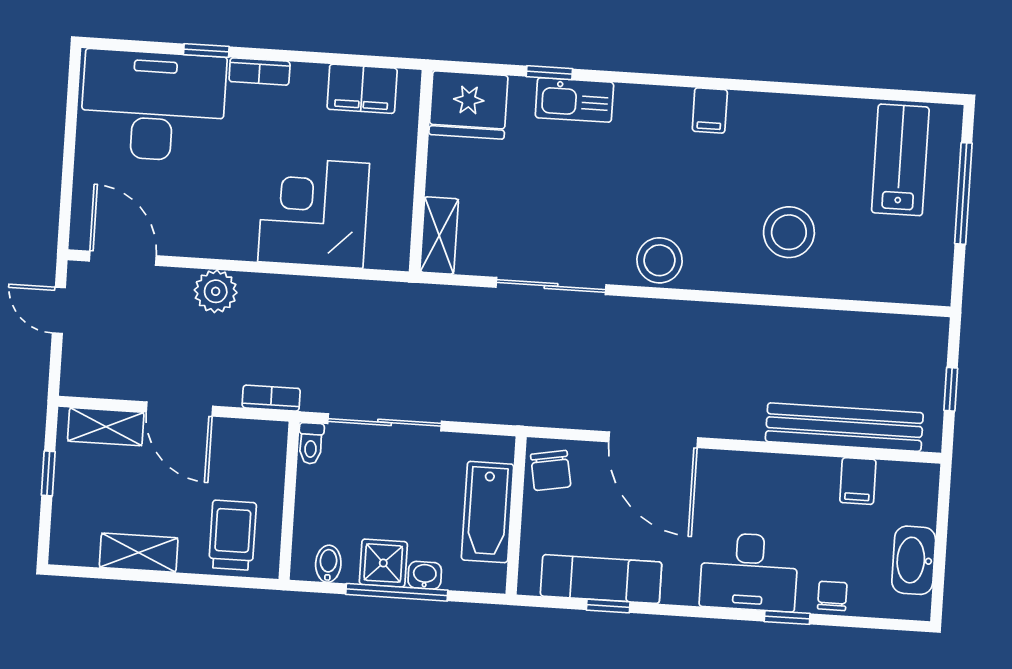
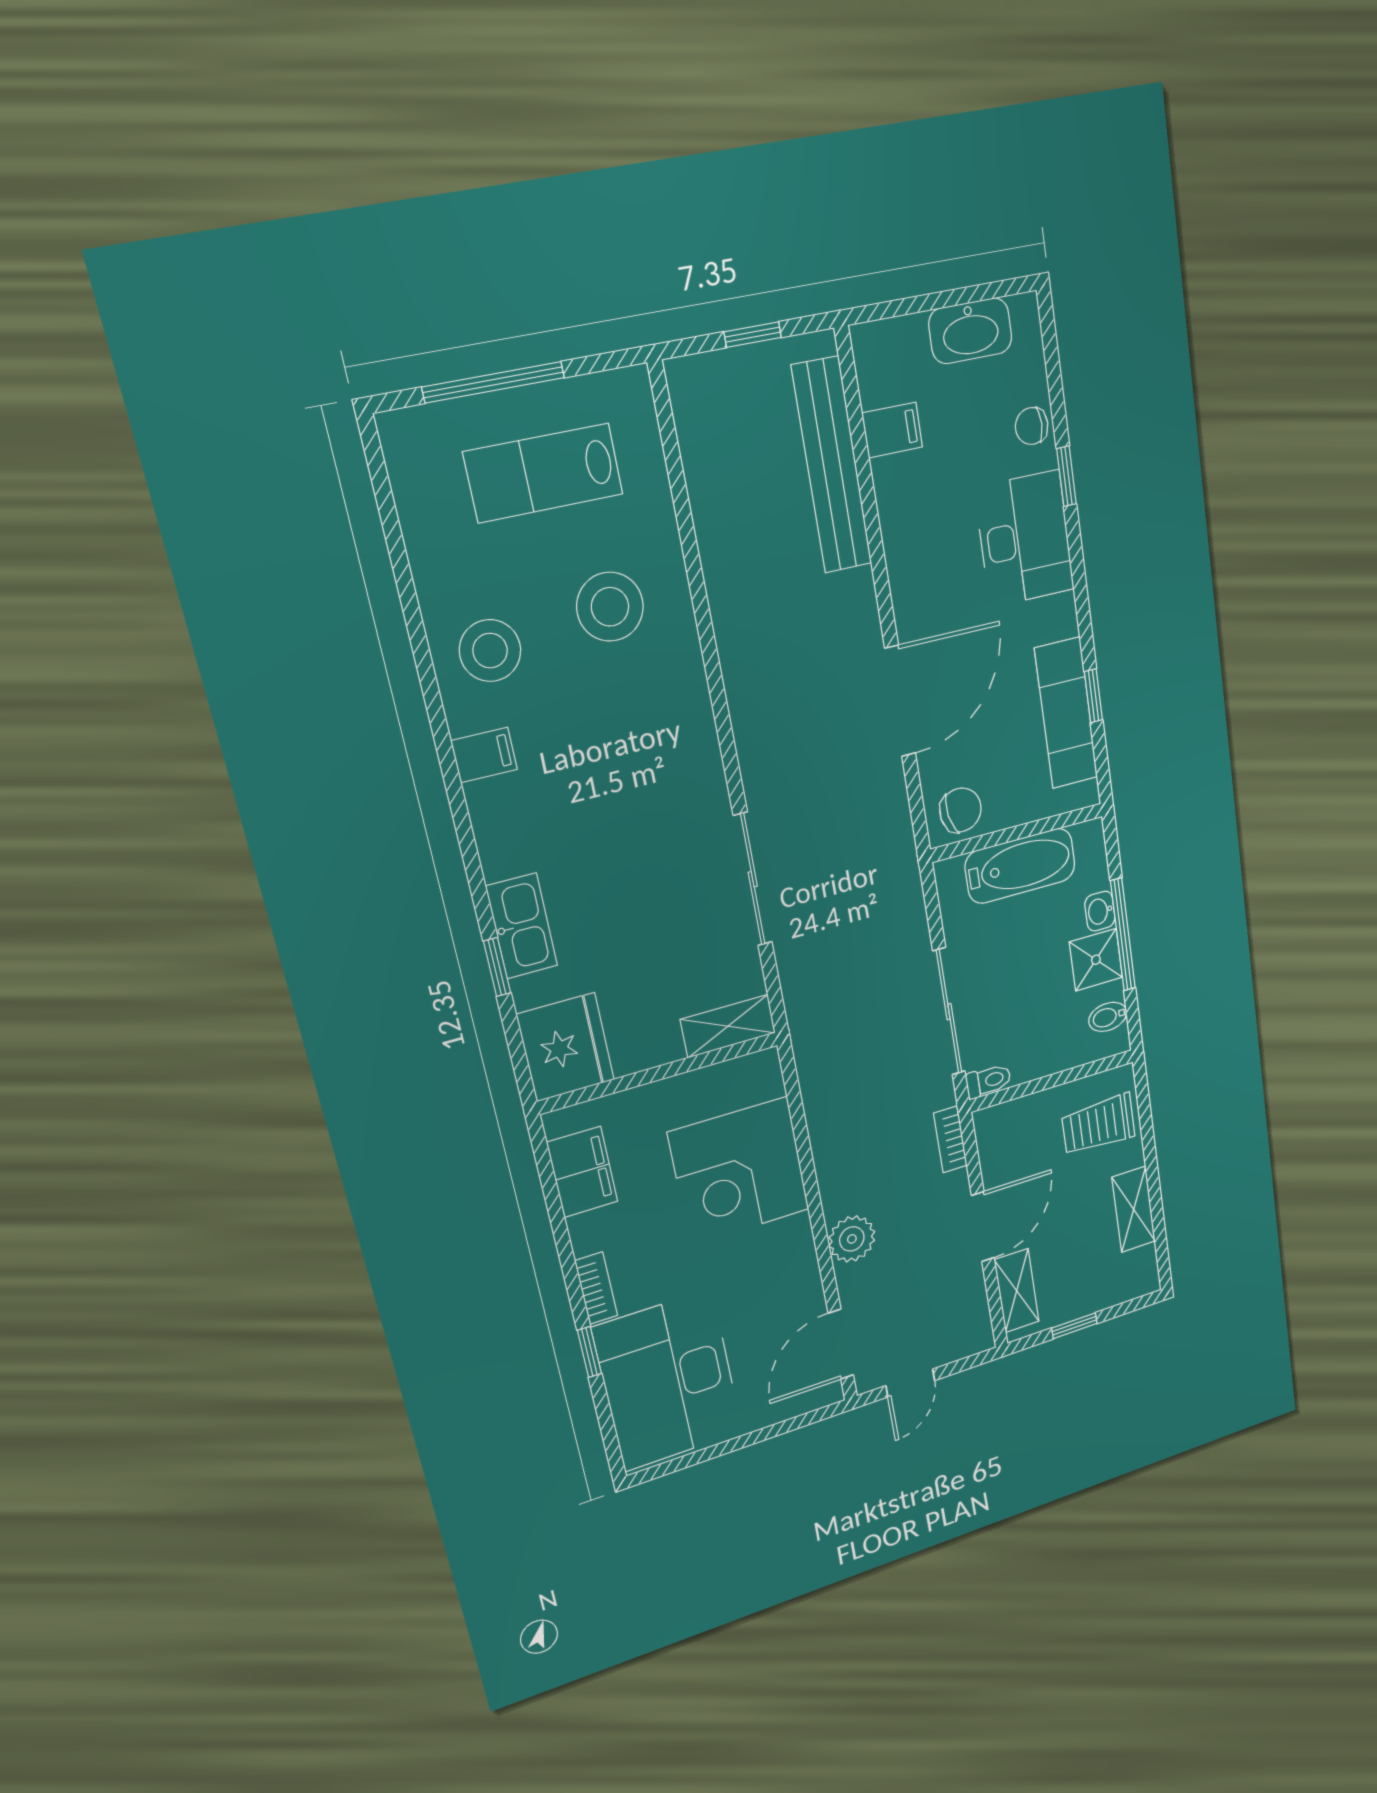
lab bench: (900, 160) -> (544, 473), moved
stool: (659, 260) -> (490, 651), moved

